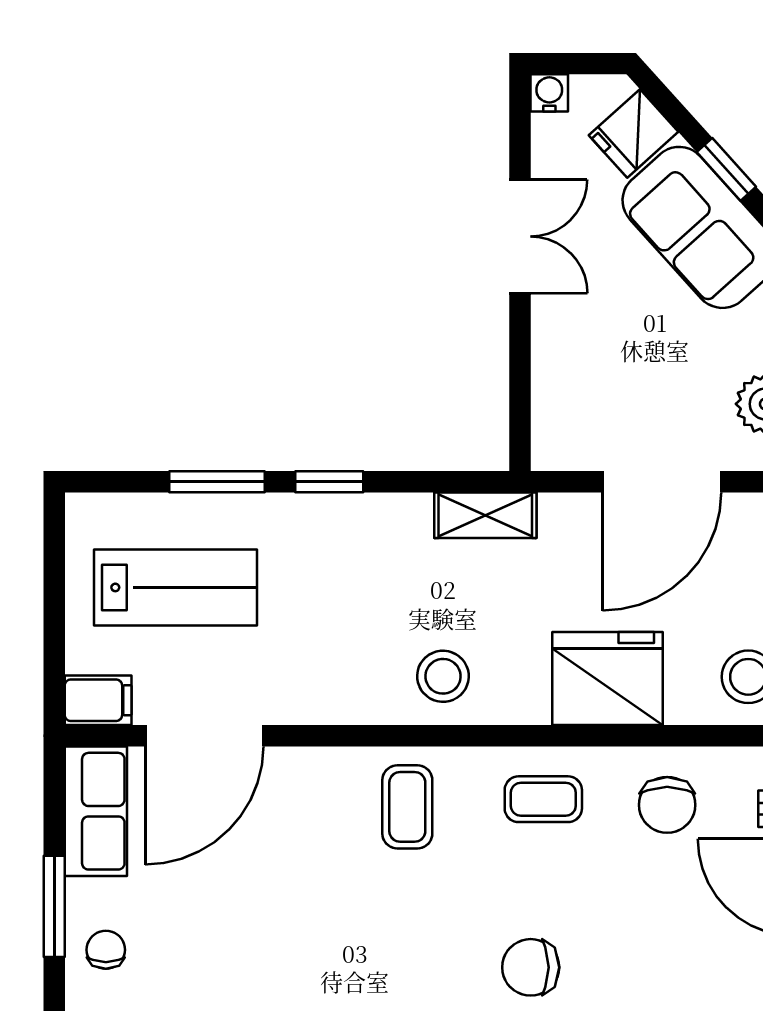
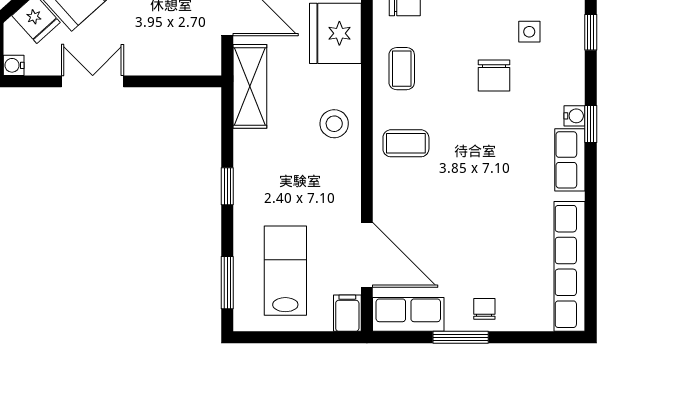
window: (217, 482) -> (227, 283), moved
shelving: (485, 515) -> (250, 86), width x1.50, depth x1.33
chair: (106, 950) -> (484, 309), turned 90

